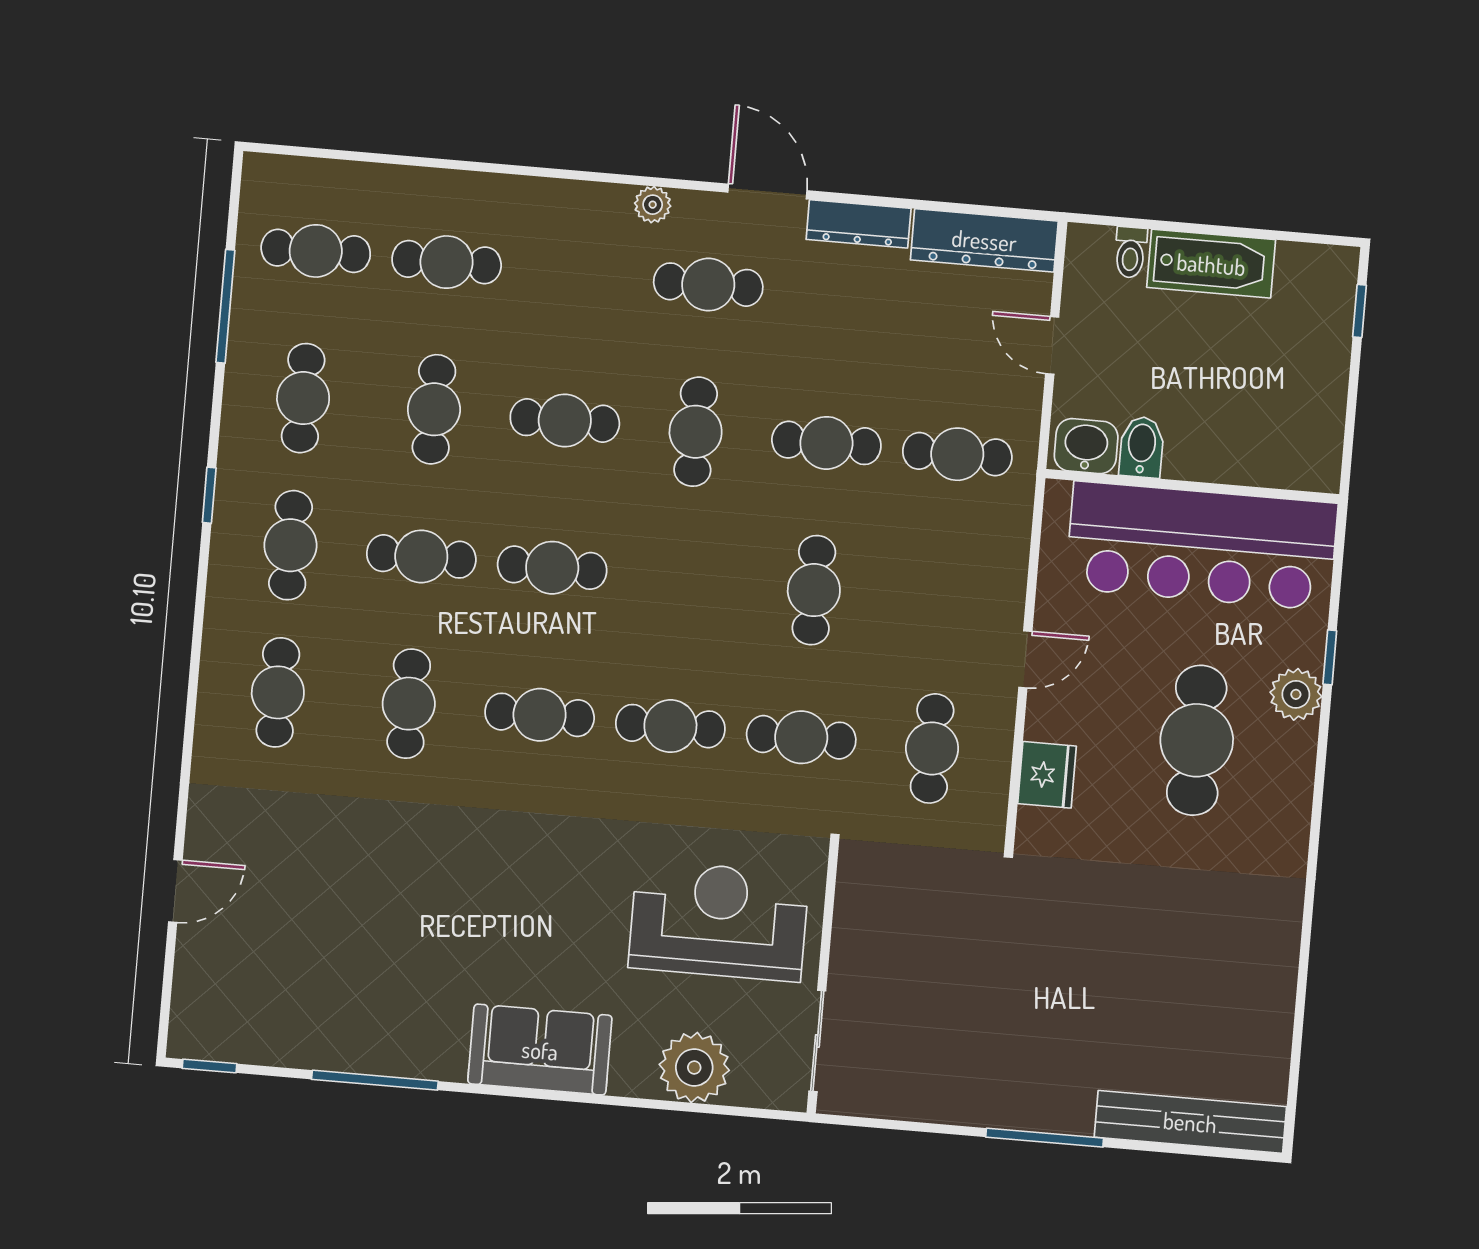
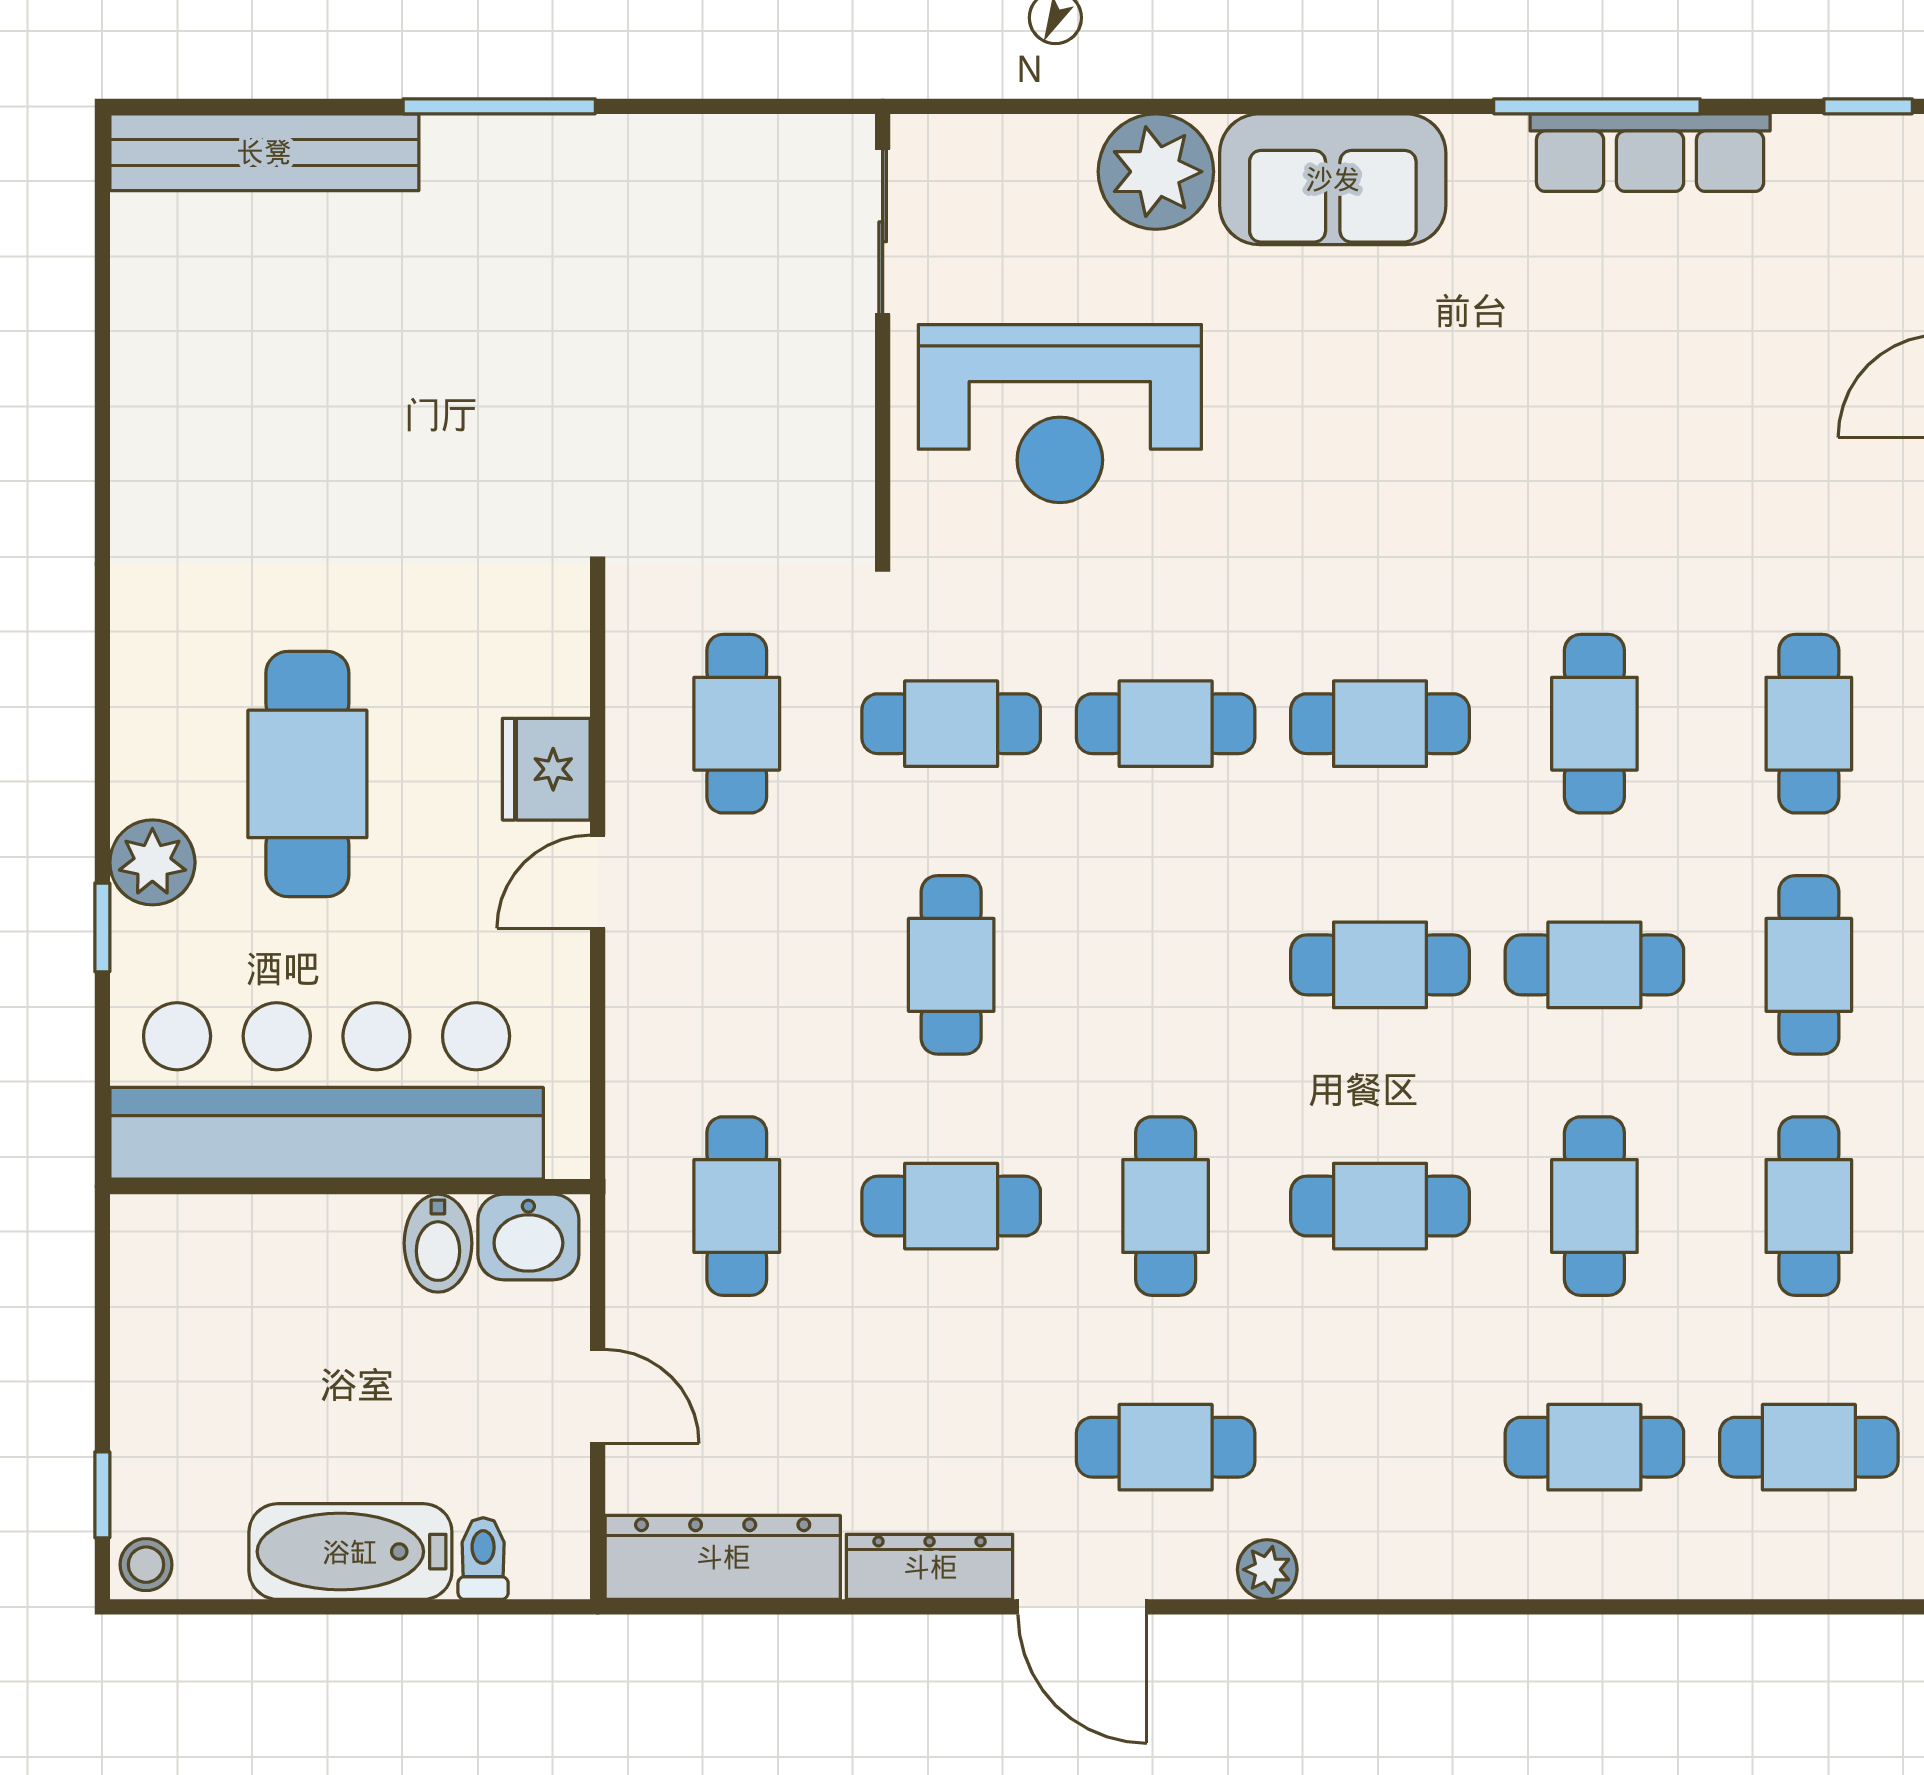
stool: (1337, 266) -> (146, 1565), added
cafe table: (957, 454) -> (737, 1206), turned 90
fridge: (1047, 775) -> (546, 769), moved
row of seats: (345, 1049) -> (1650, 153), added
plant: (694, 1067) -> (1156, 172), moved

